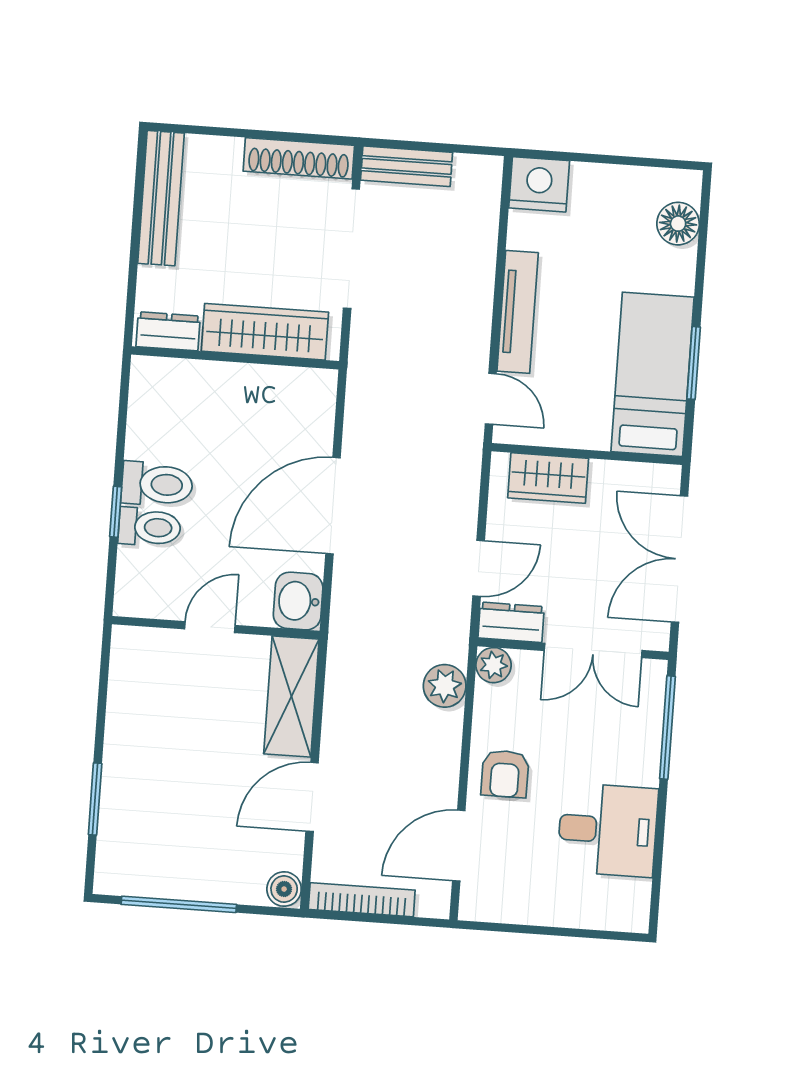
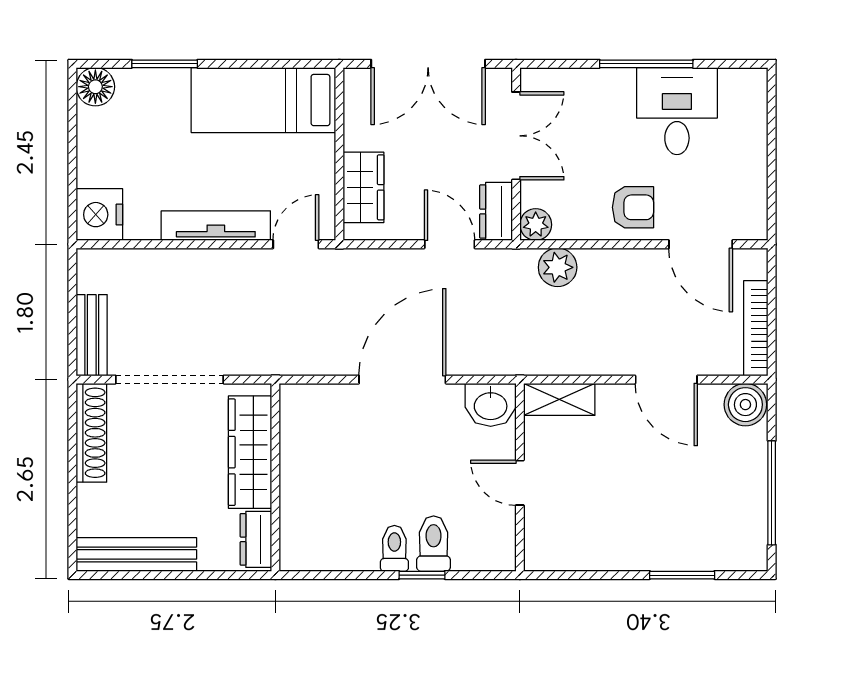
floor lamp: (678, 224) -> (95, 87), moved
window: (694, 363) -> (165, 64), moved
toilet: (157, 484) -> (394, 548), width x0.73, depth x0.72
door: (333, 506) -> (402, 380), swing flipped
shelving: (291, 696) -> (559, 399), width x0.67, depth x0.75
window: (667, 728) -> (646, 64), moved
boiler: (284, 889) -> (745, 405), width x1.36, depth x1.36

